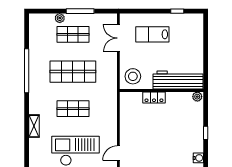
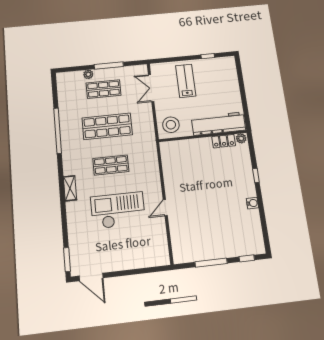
lab bench: (152, 34) -> (186, 81), turned 90
locker: (154, 97) -> (224, 141), moved

